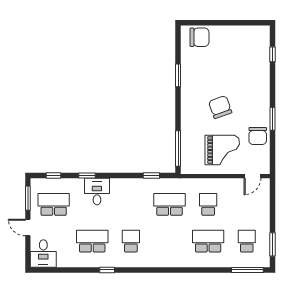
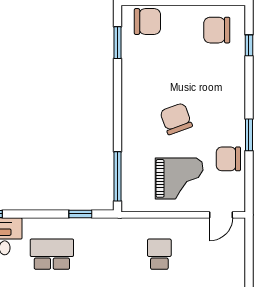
chair: (249, 43) -> (217, 30), added
window: (178, 75) -> (117, 43), moved
chair: (258, 136) -> (228, 159), turned 90
school desk: (169, 204) -> (52, 254), moved

